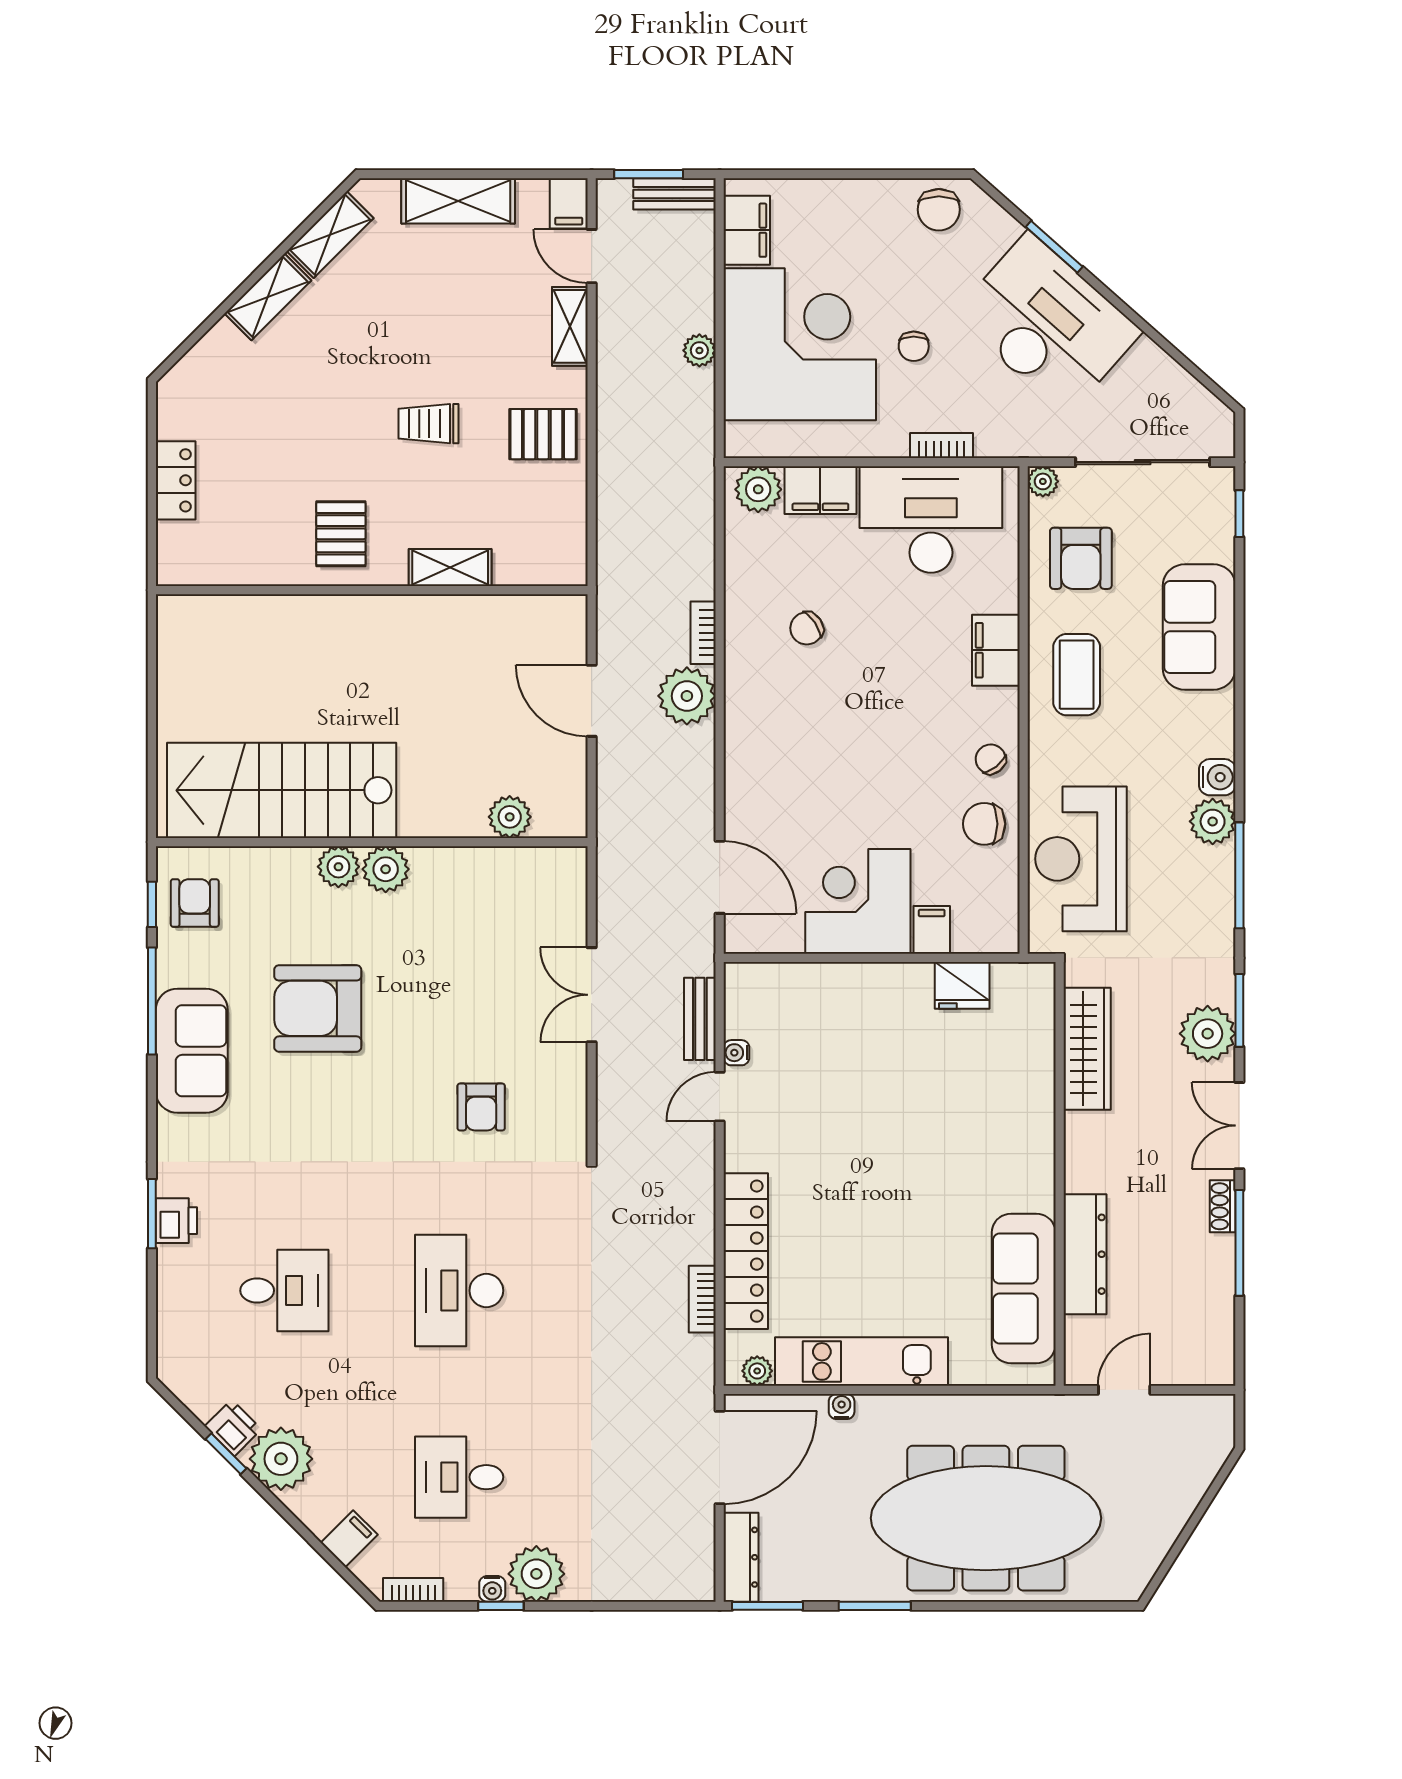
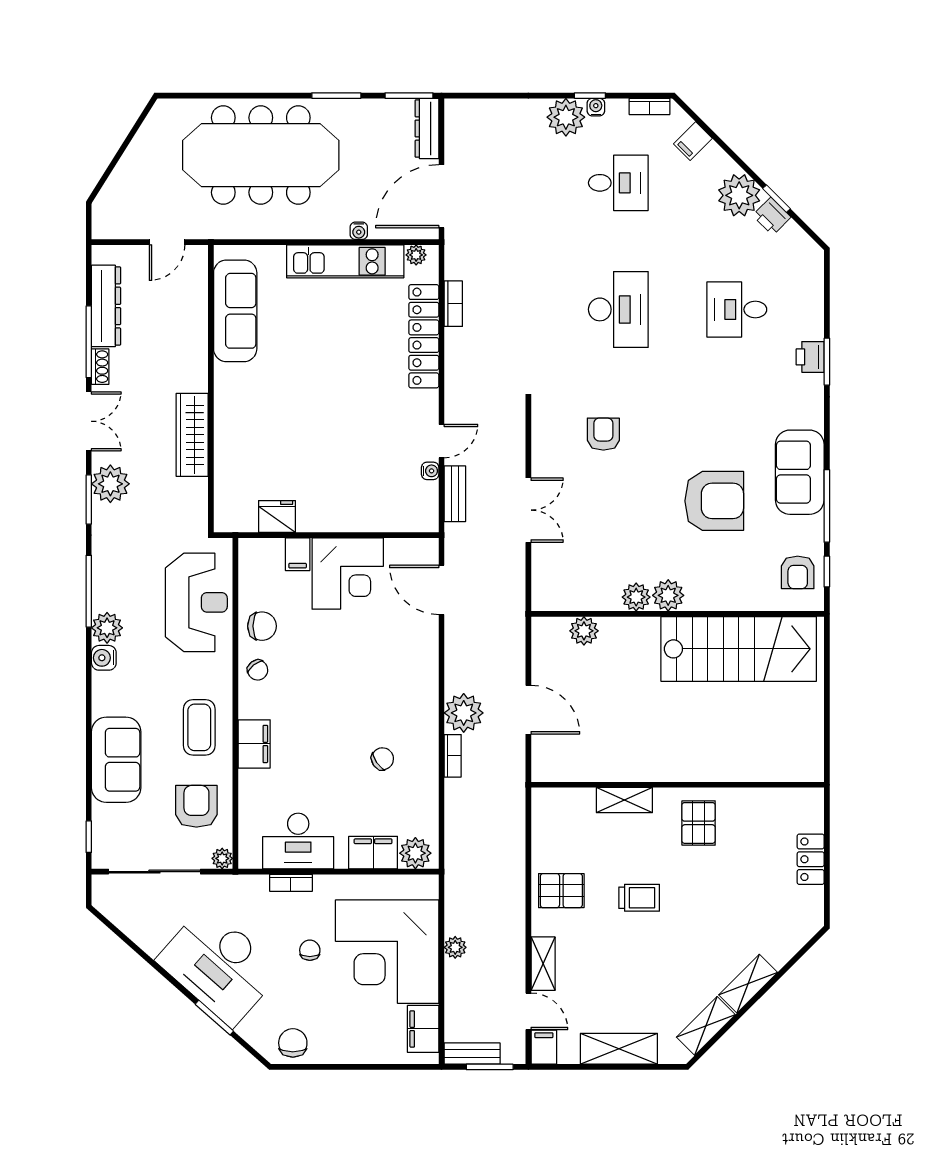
desk: (931, 520) -> (298, 841), width x0.73, depth x0.77
plant: (338, 867) -> (636, 597), moved
wardrobe: (1087, 1049) -> (192, 435), moved
dresser: (1085, 1254) -> (106, 306), moved, turned 180

